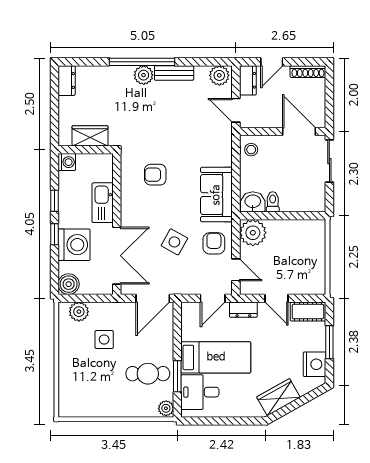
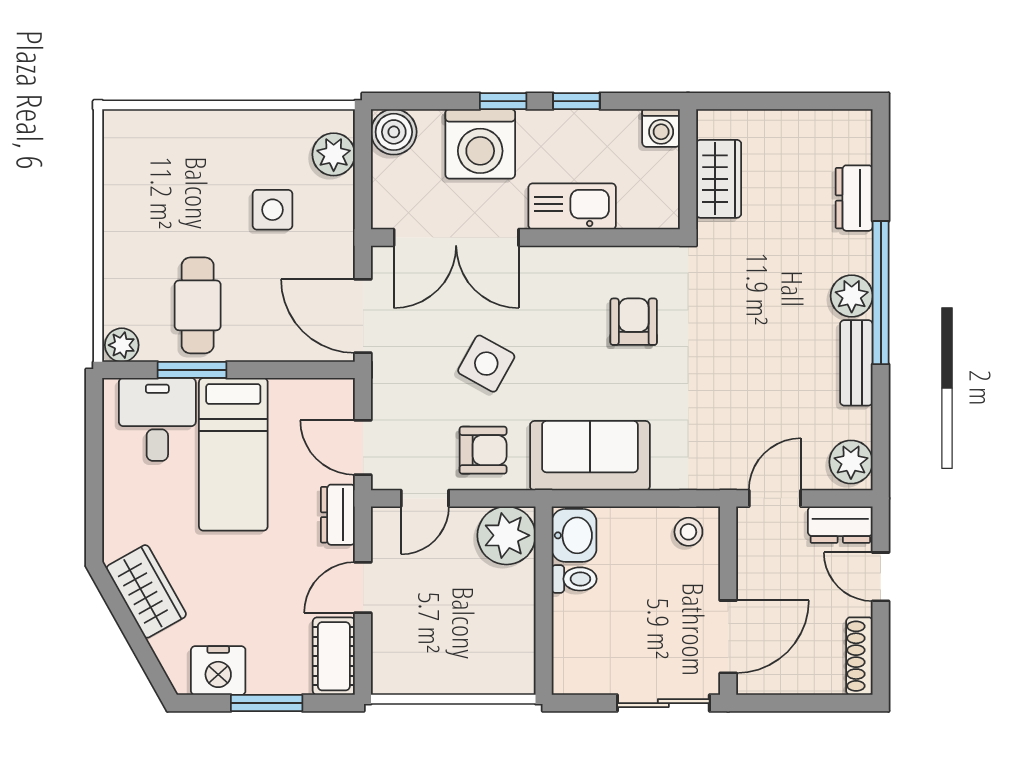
dresser: (67, 81) -> (854, 198), moved, turned 90

